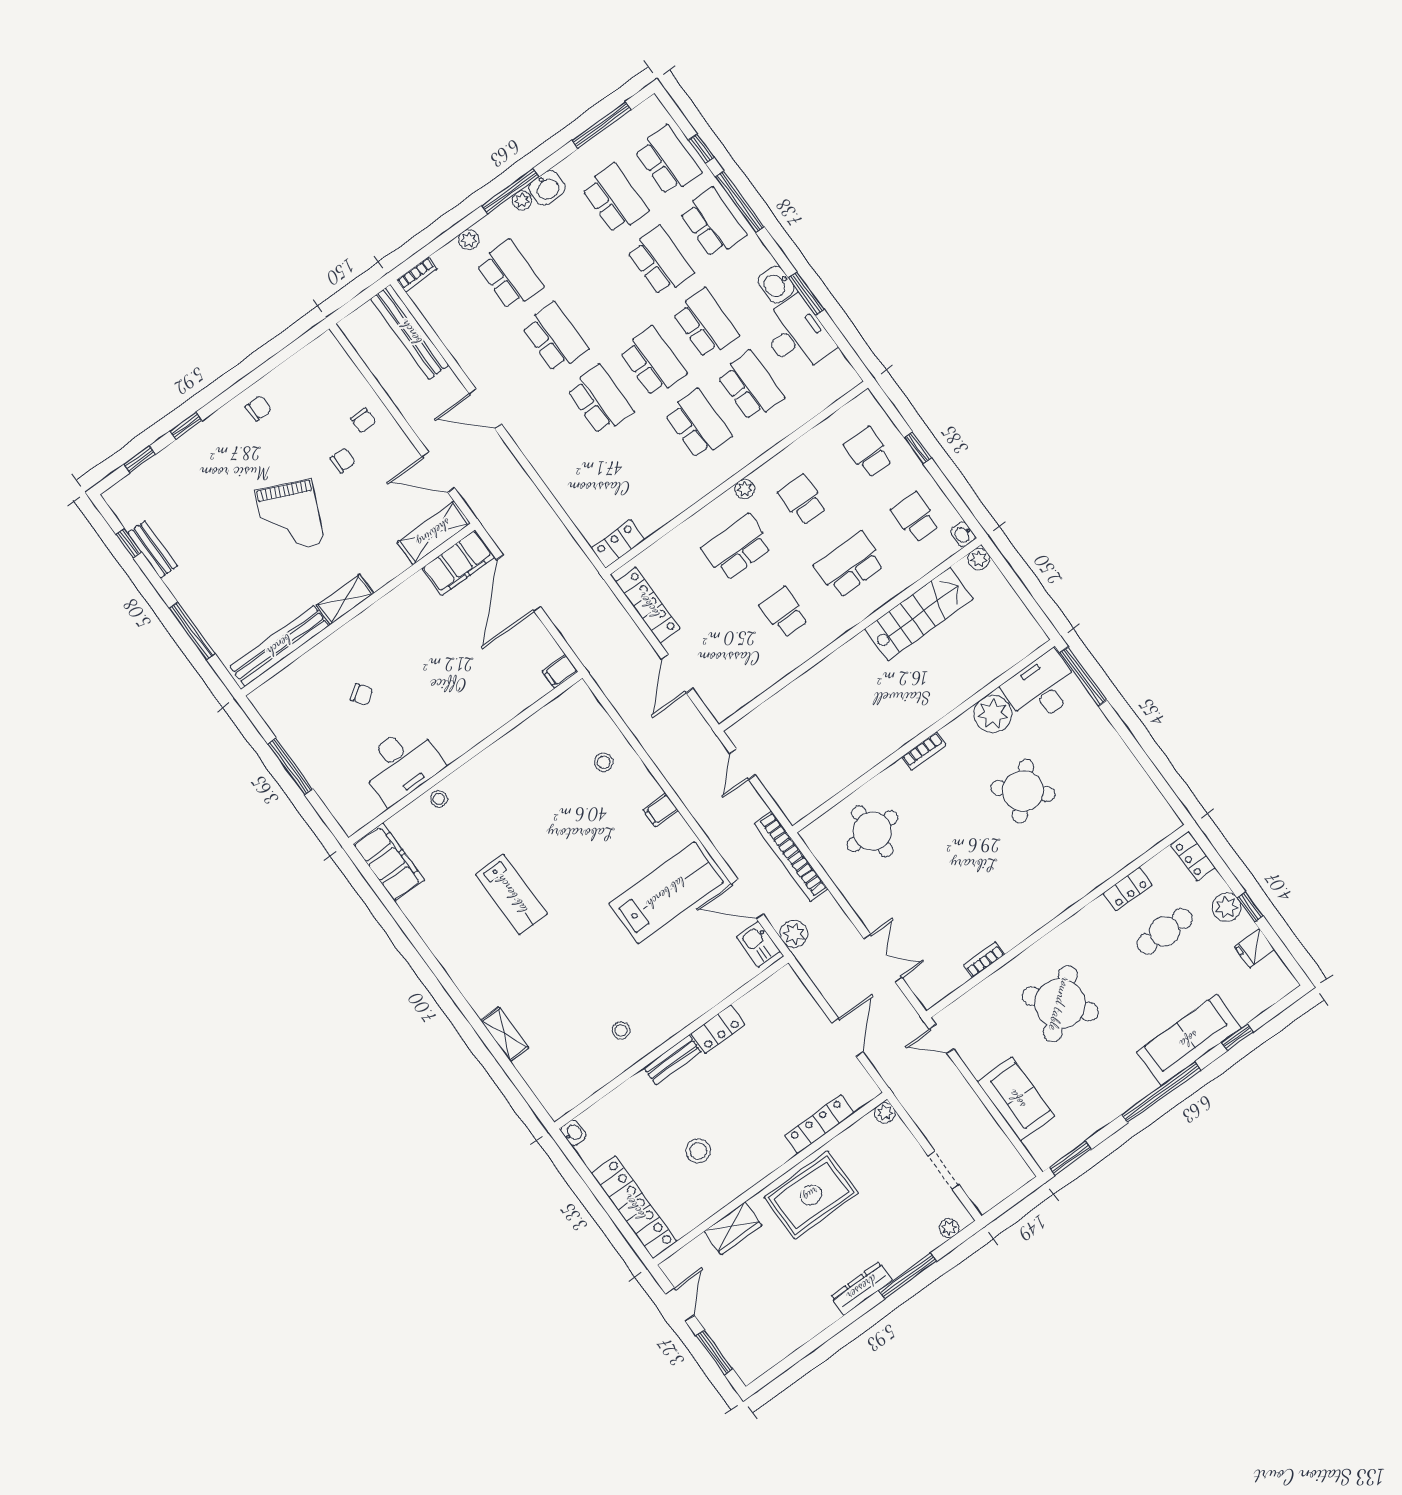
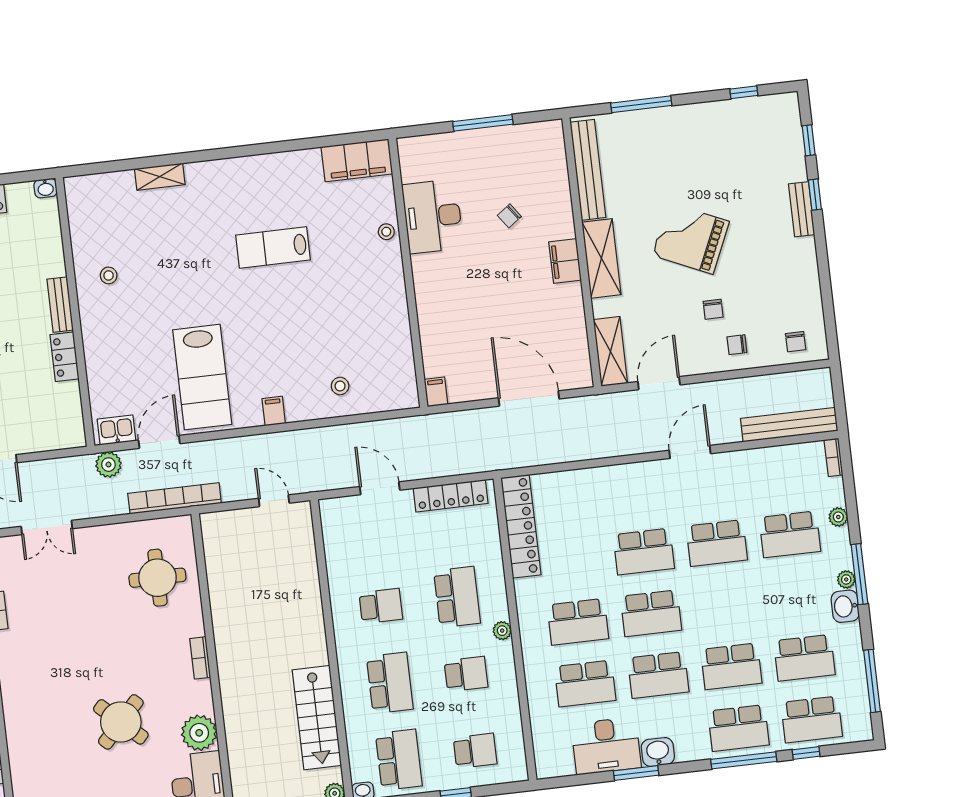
chair: (258, 408) -> (796, 342), moved
school desk: (915, 517) -> (399, 760), width x1.85
locker: (618, 544) -> (521, 526), width x2.16, depth x1.21
bench: (153, 549) -> (802, 209), moved, turned 90
filing cabinet: (458, 563) -> (565, 261), moved, width x0.67, depth x0.86
shelving: (345, 599) -> (601, 258), width x1.50, depth x1.33

